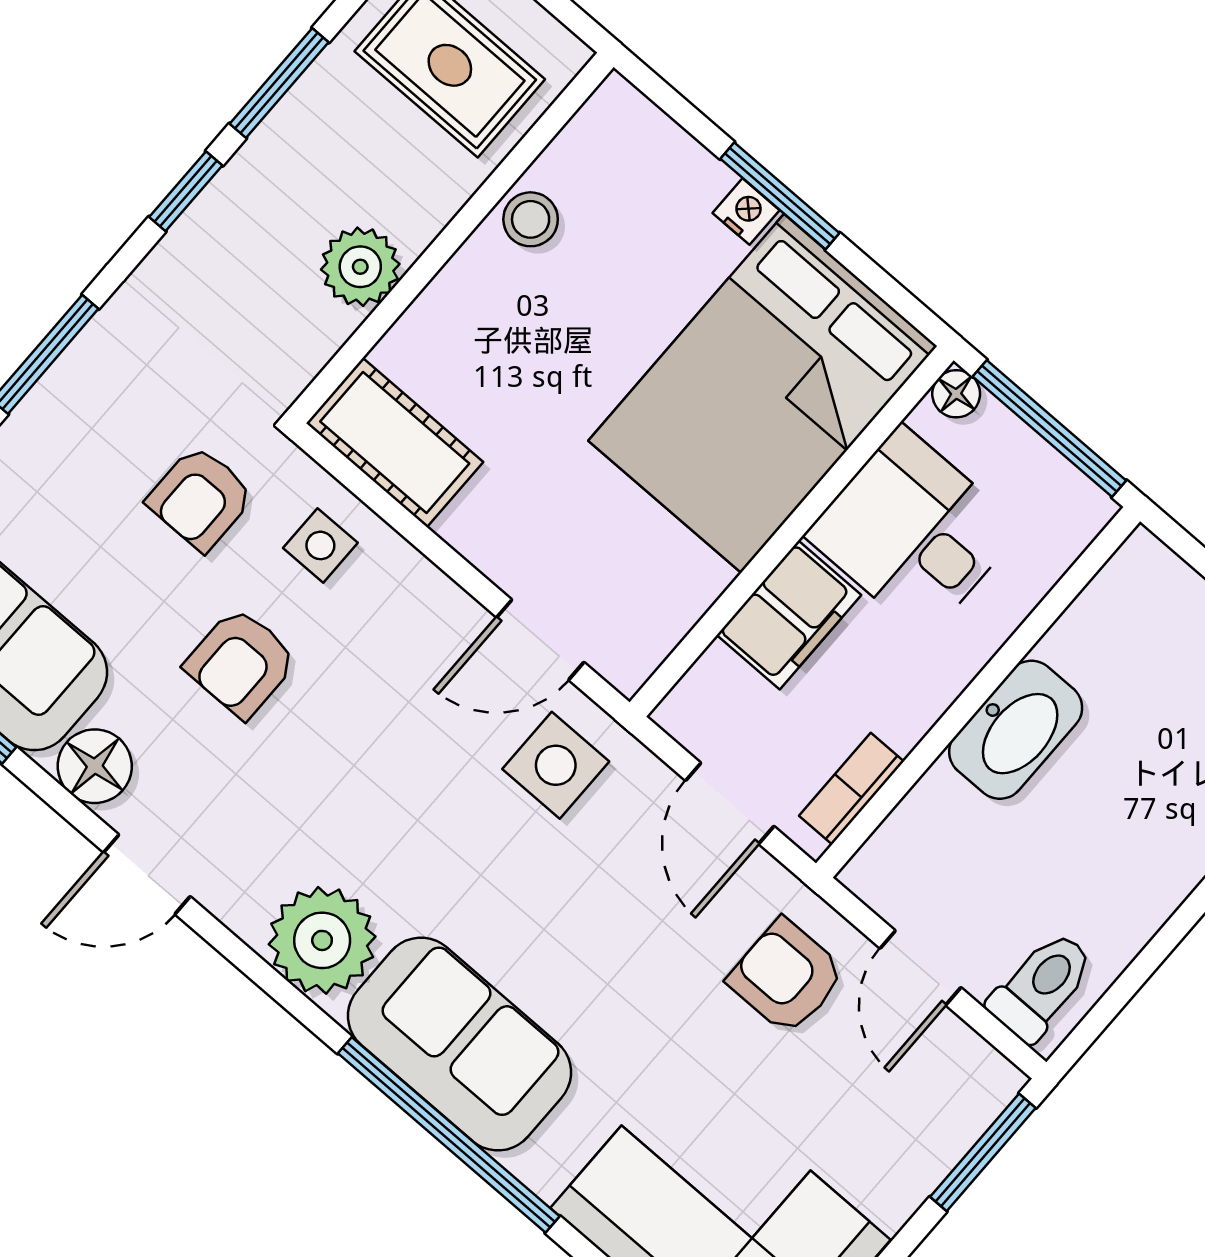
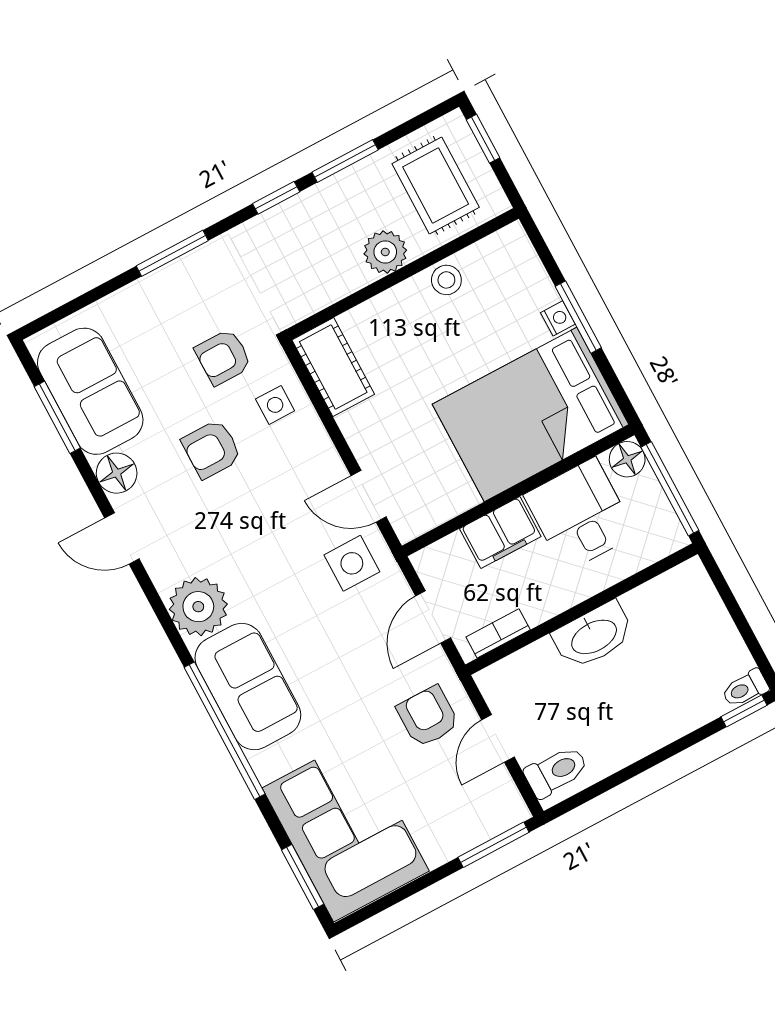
plant: (360, 267) -> (385, 252), moved
floor lamp: (956, 394) -> (627, 459), width x1.37, depth x1.37

